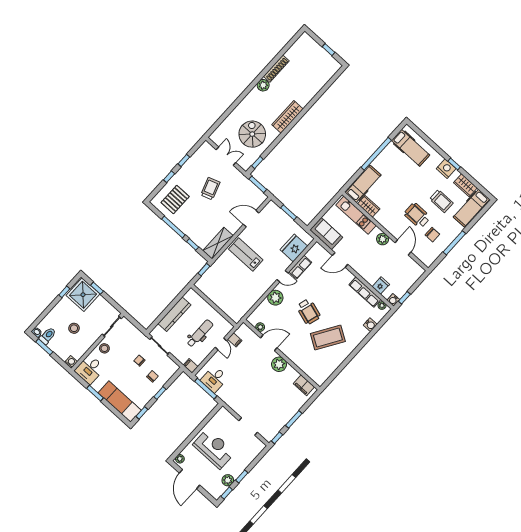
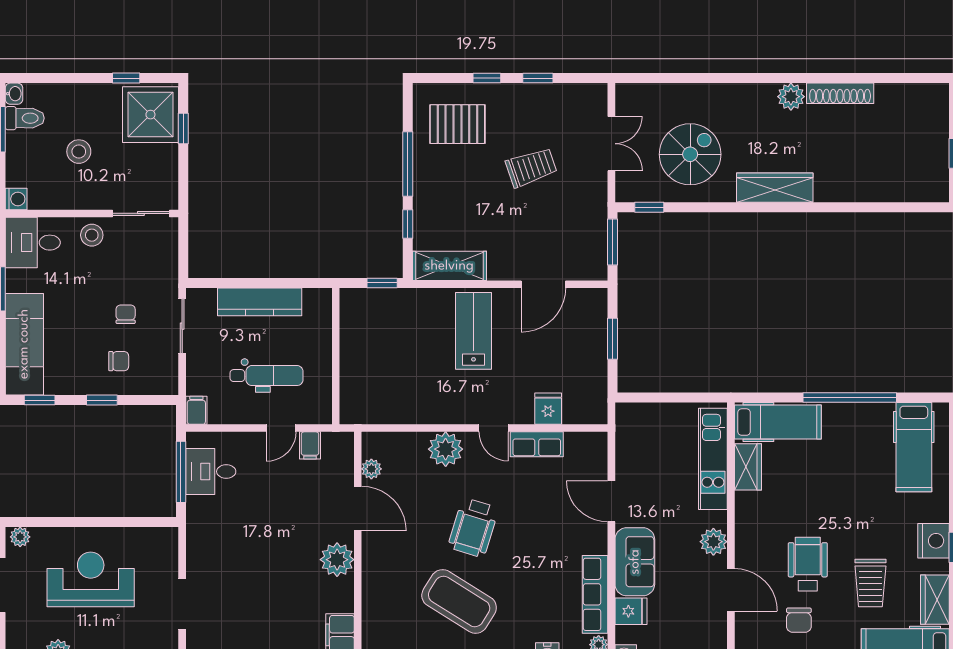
door: (251, 219) -> (543, 284), swing flipped
sofa: (326, 234) -> (635, 562), moved
door: (403, 247) -> (731, 590), hinge flipped
fridge: (294, 248) -> (548, 409), width x0.53, depth x0.75
reception desk: (214, 449) -> (91, 579), turned -90

